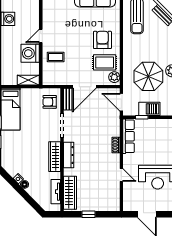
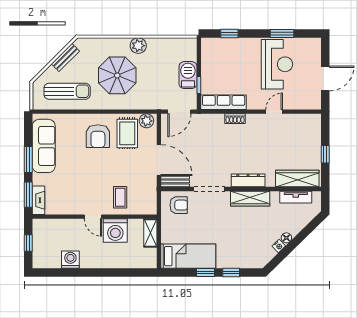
armchair: (102, 40) -> (98, 136), turned -90
parasol: (148, 76) -> (117, 75), moved
armchair: (50, 102) -> (179, 205), turned -90

